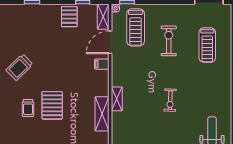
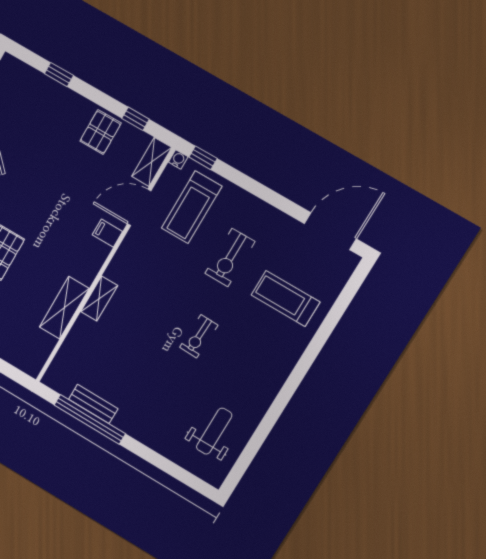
exercise bike: (169, 41) -> (230, 257), turned 180
treadmill: (207, 45) -> (286, 299), turned 90
exercise bike: (170, 100) -> (199, 336), moved

